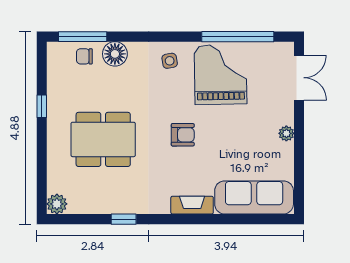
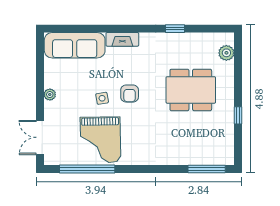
floor lamp: (115, 54) -> (182, 156), removed
chair: (84, 56) -> (205, 154), removed
side table: (170, 61) -> (102, 98), moved
armchair: (183, 135) -> (130, 93), turned -90
plant: (57, 204) -> (226, 53), moved

